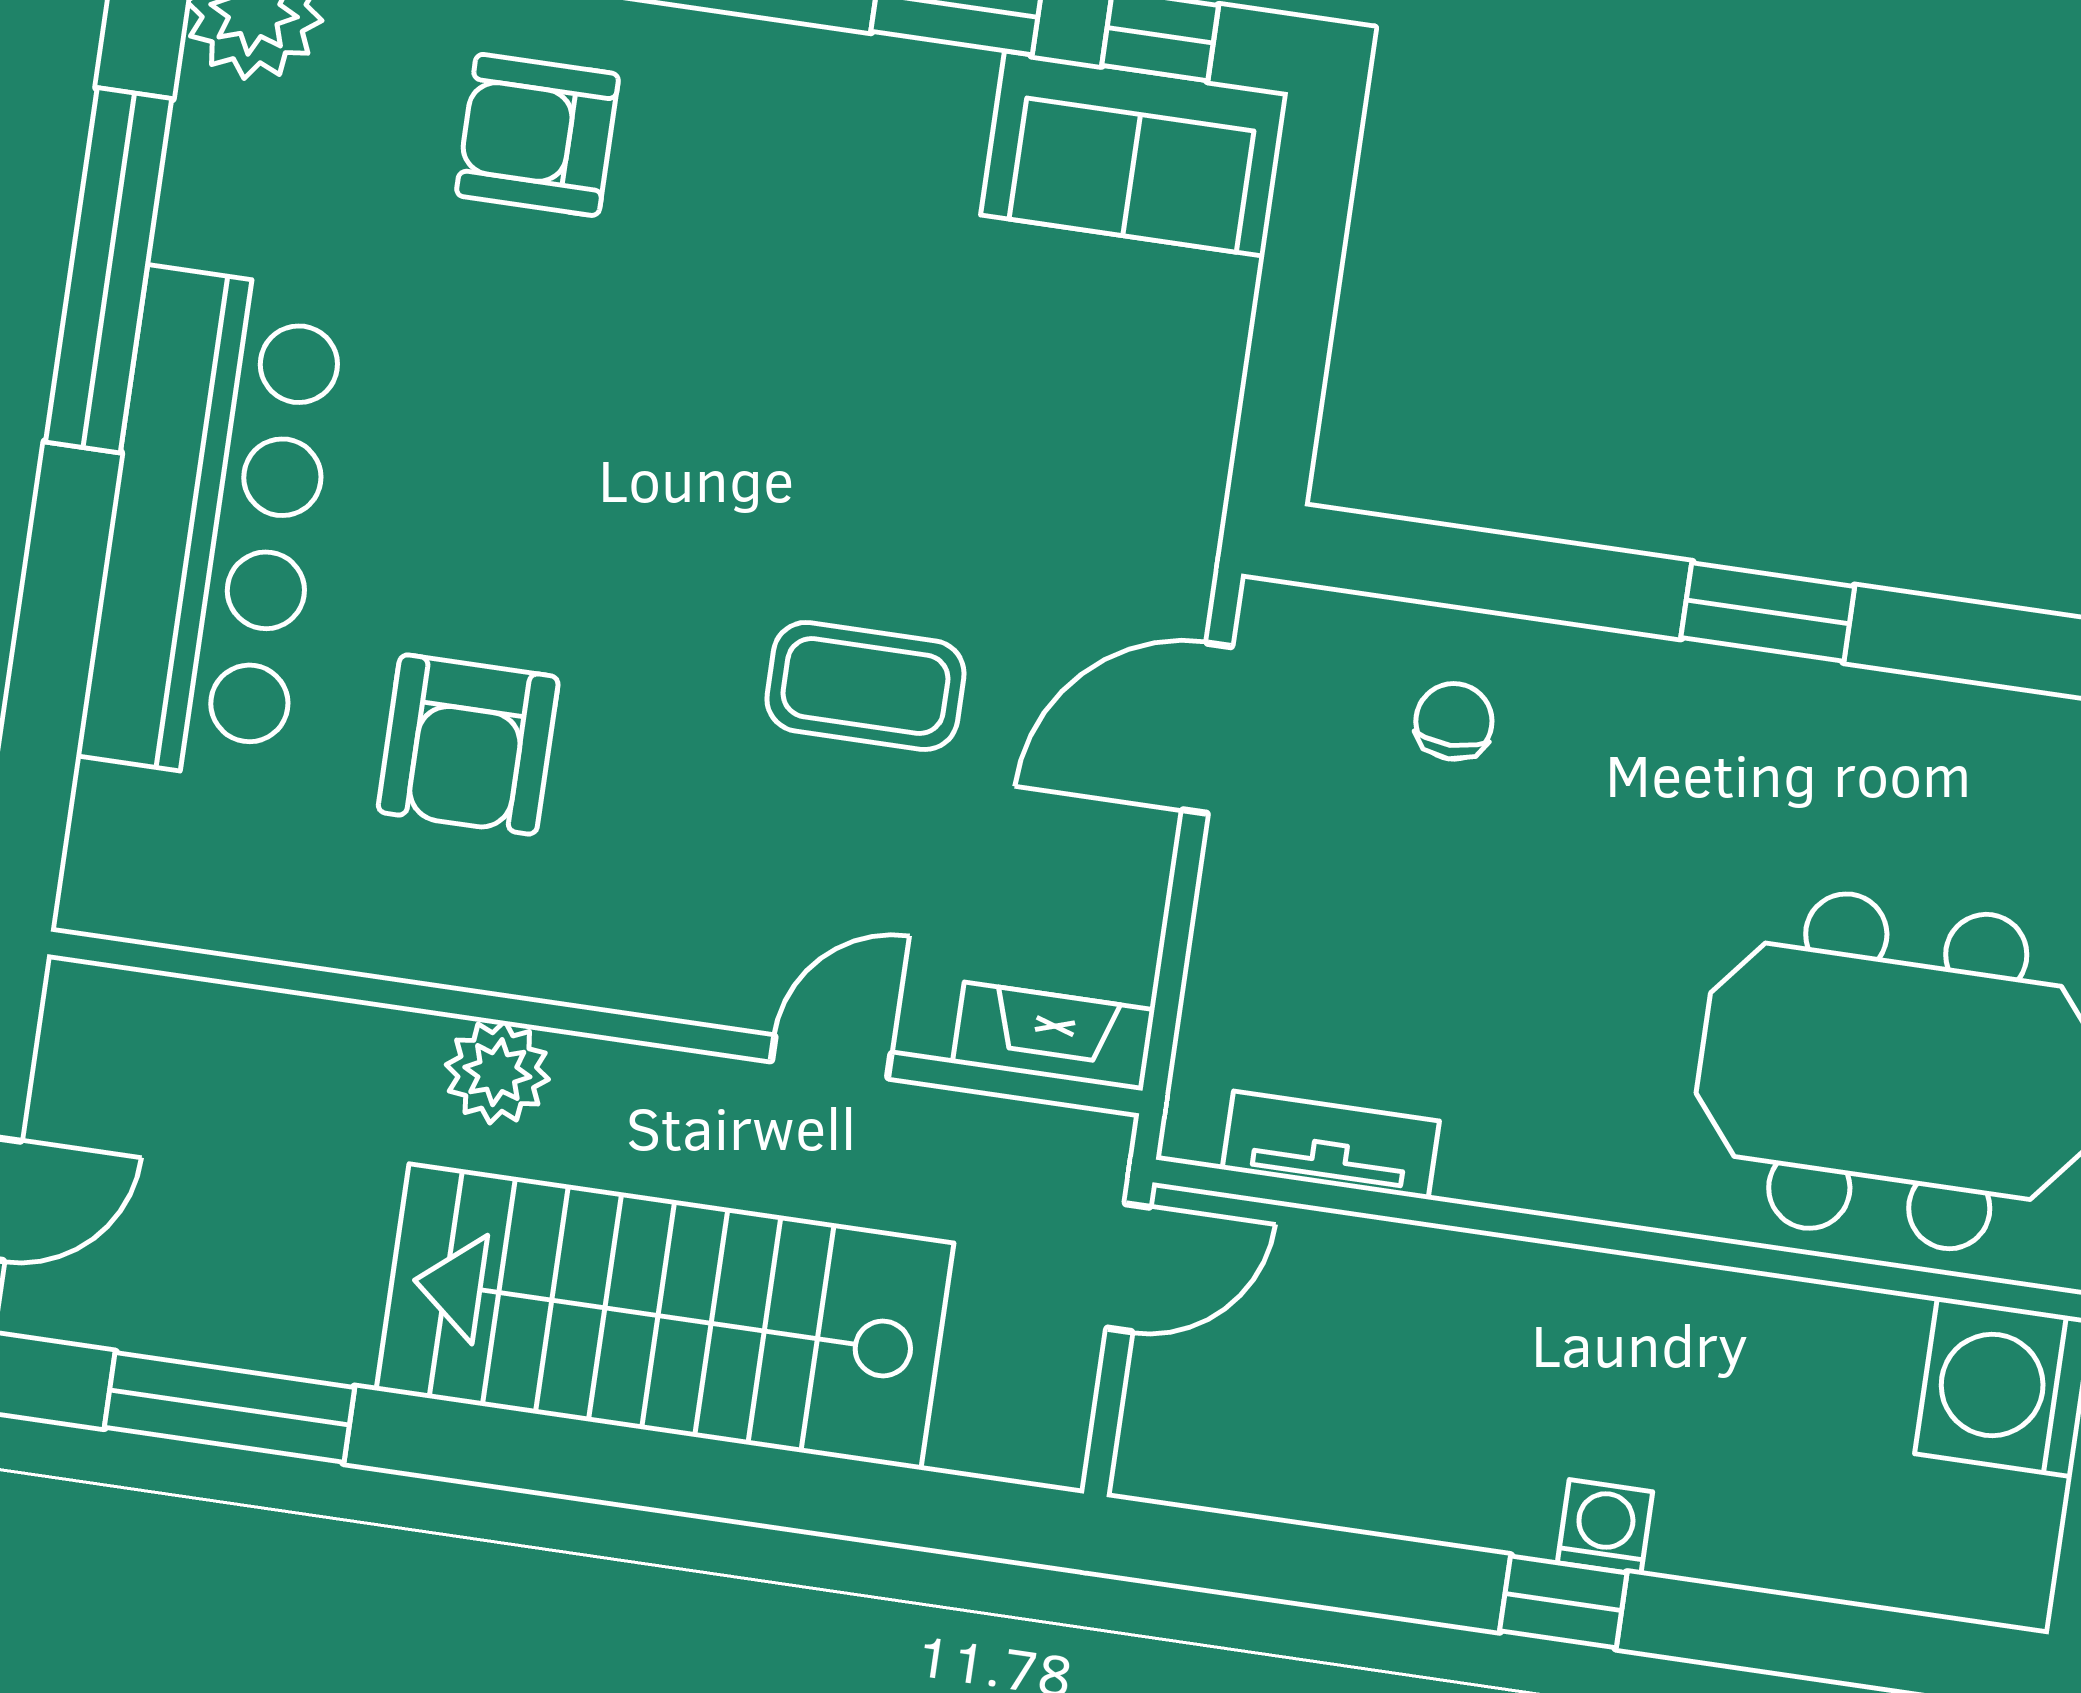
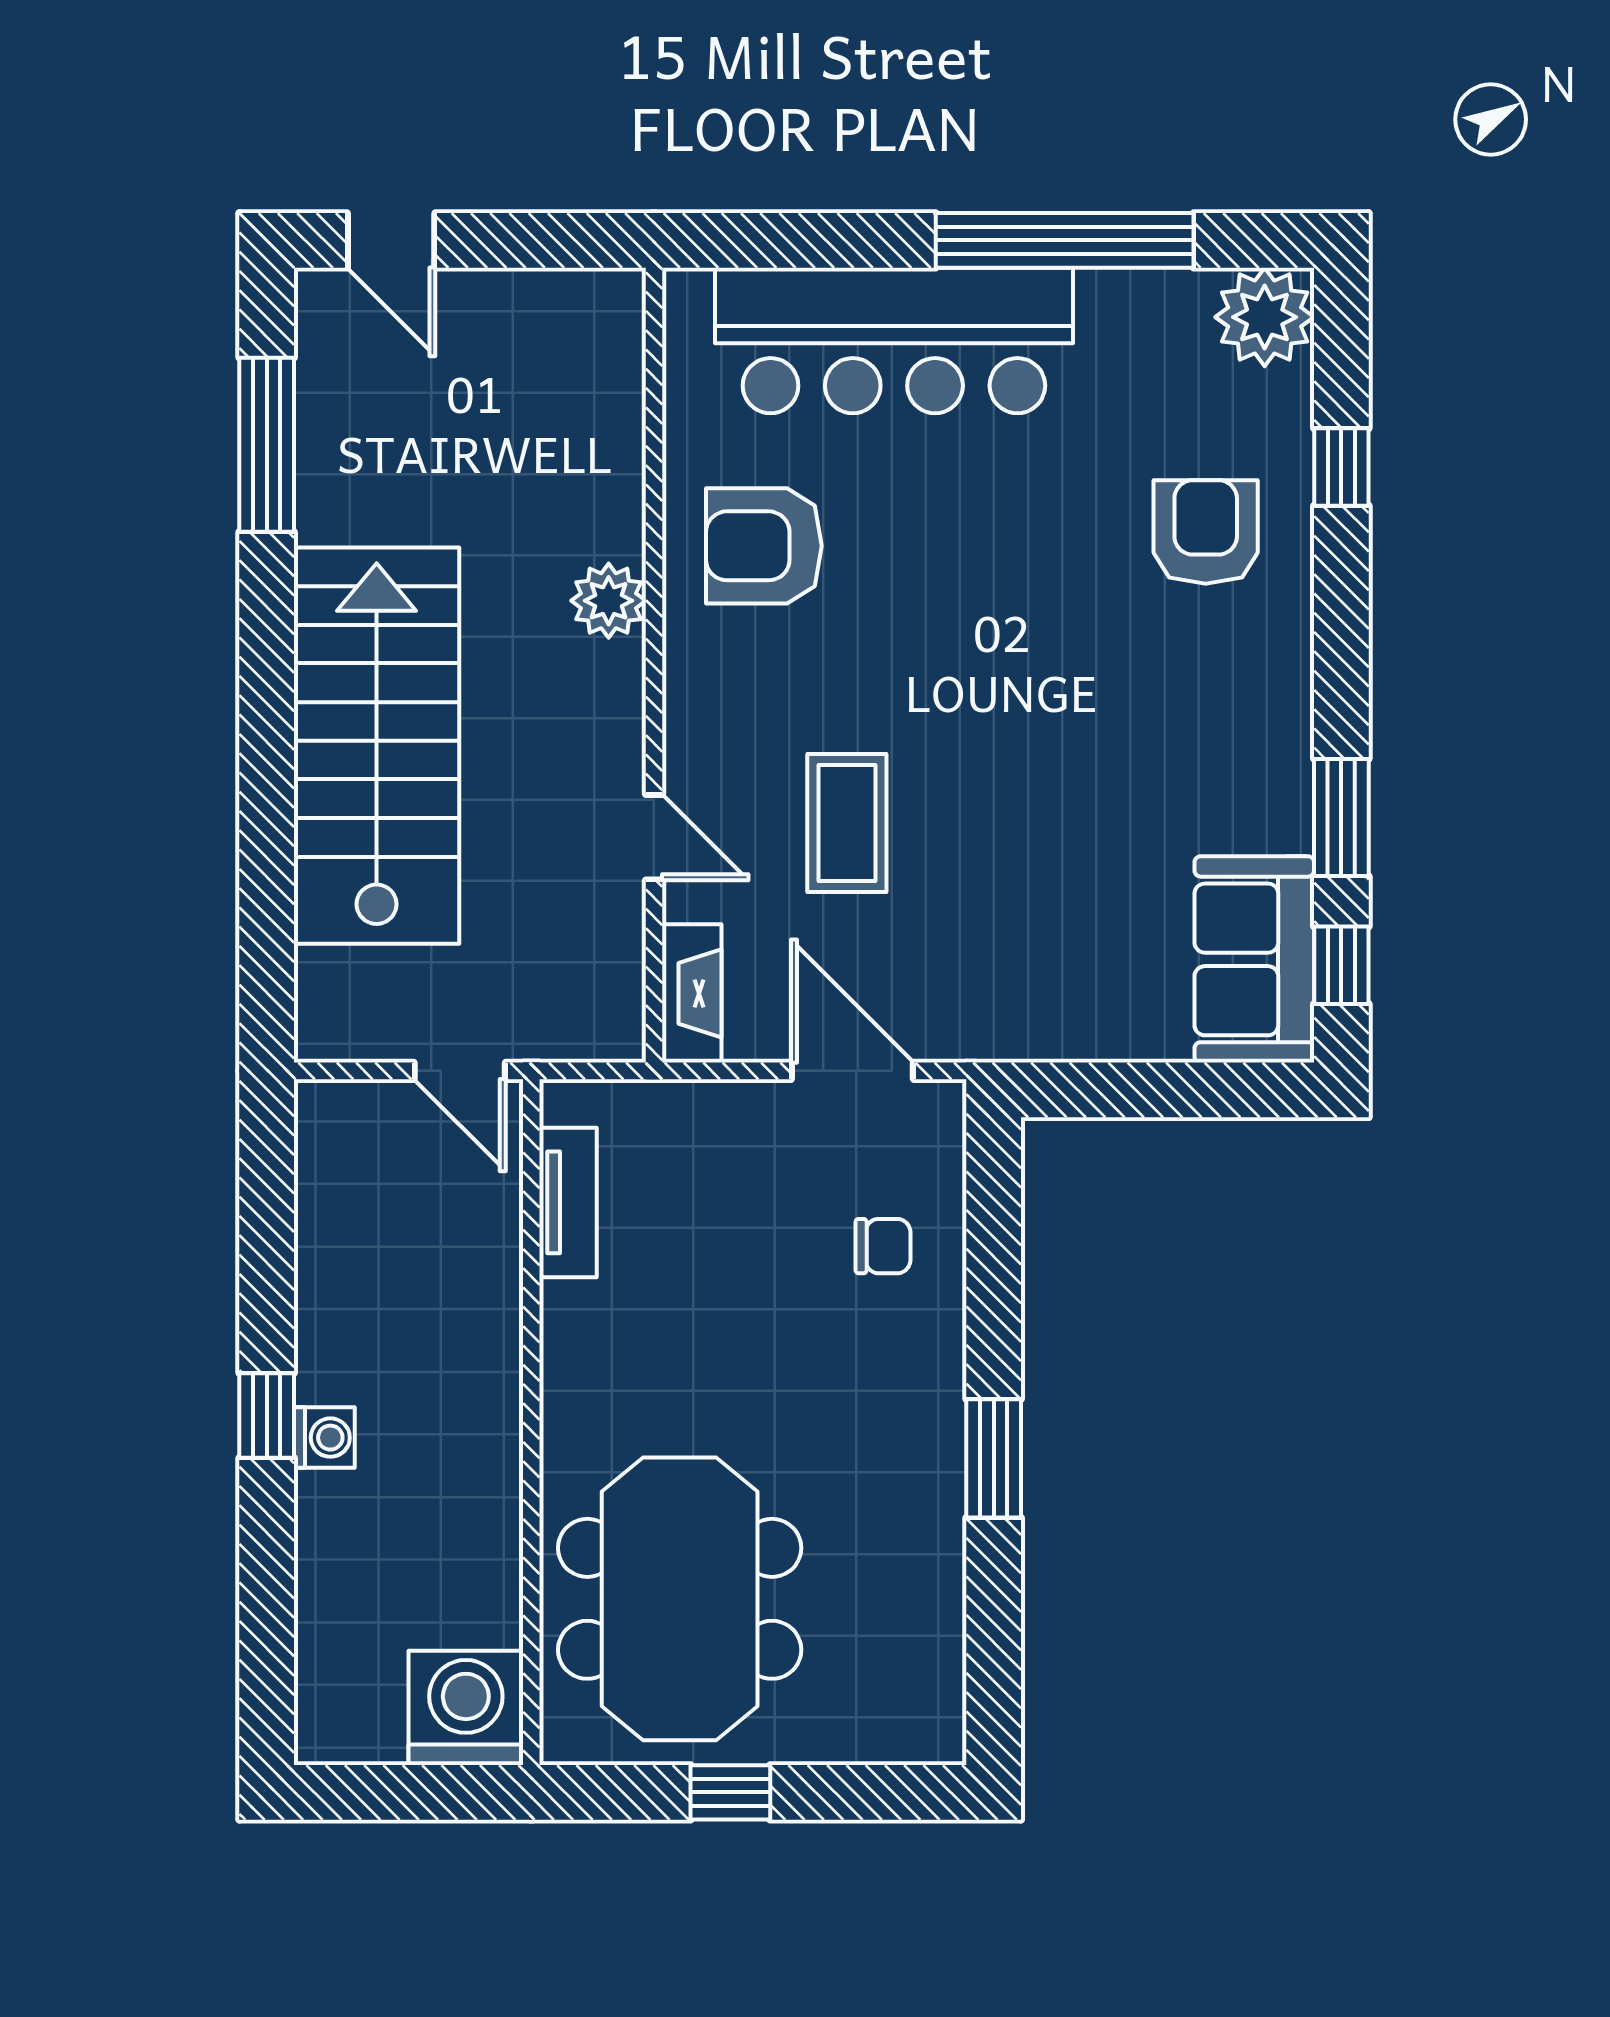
wall: (595, 1022) -> (654, 665), moved
fireplace: (1053, 1036) -> (692, 993), moved
door: (831, 1057) -> (654, 837), moved
plant: (497, 1072) -> (609, 601), moved

